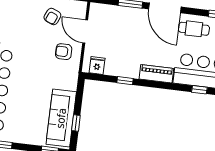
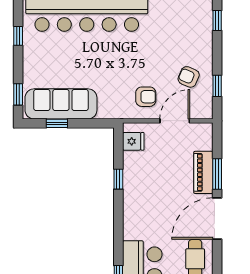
armchair: (64, 52) -> (146, 97), turned 90
piano: (156, 74) -> (203, 172), moved, turned 180

